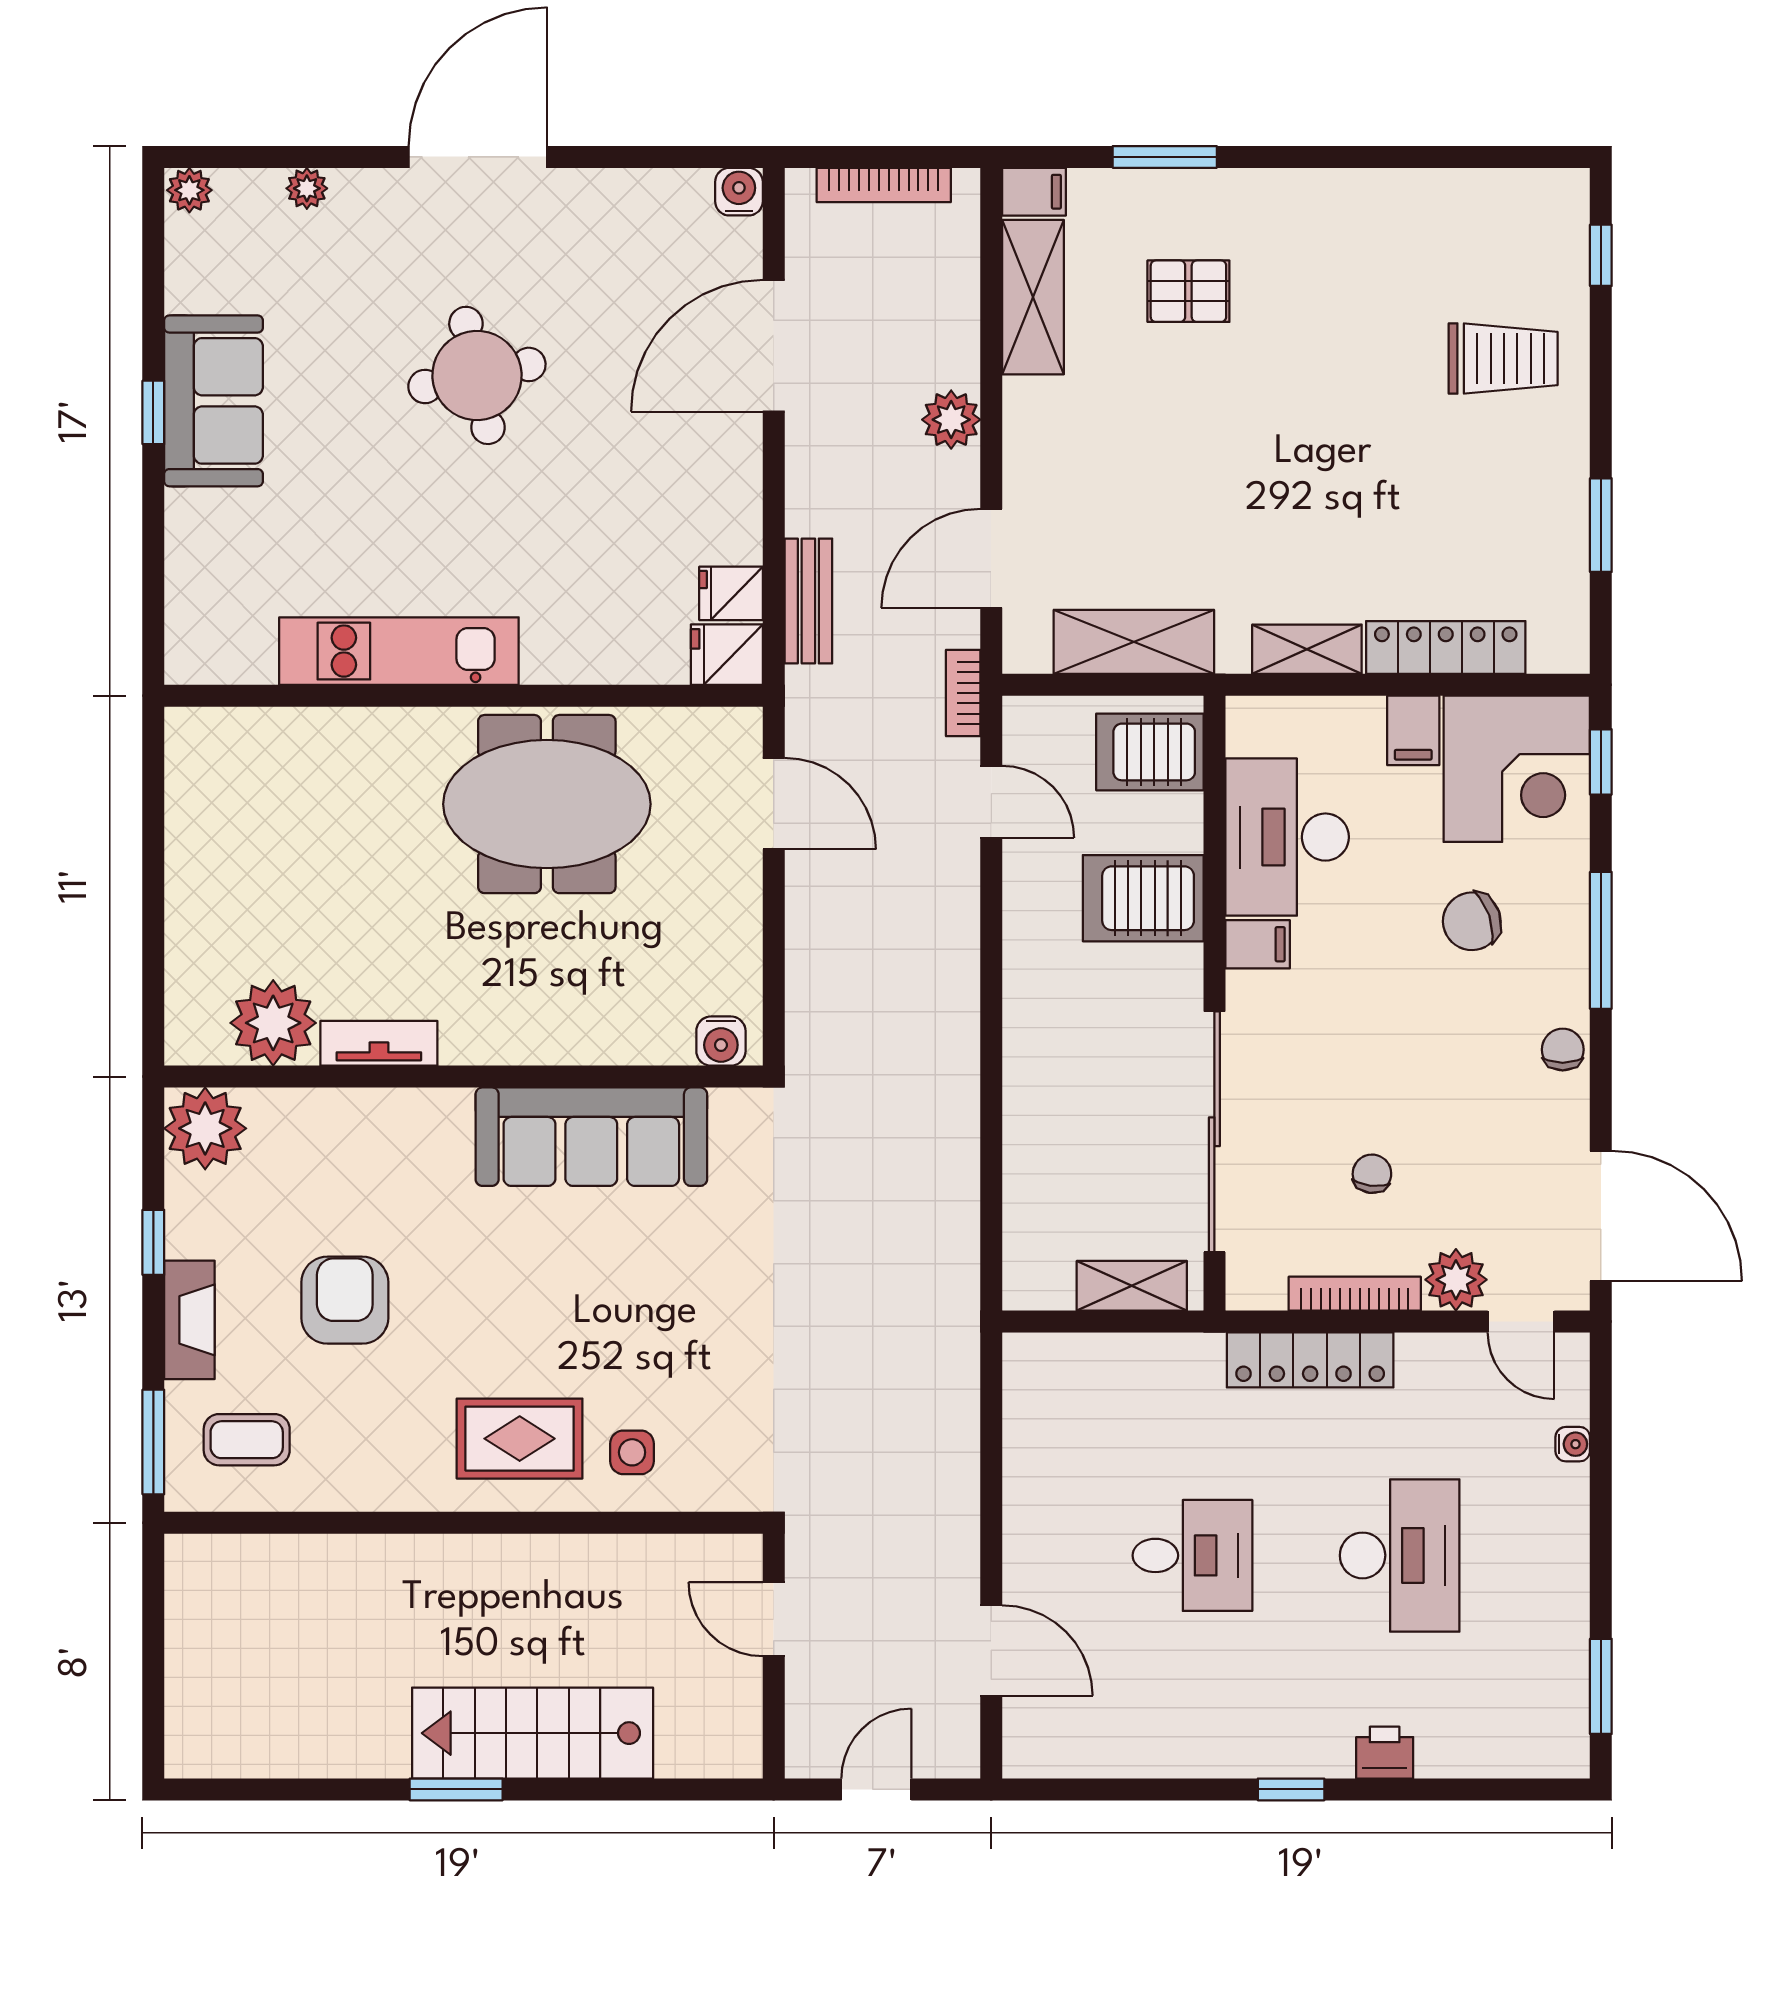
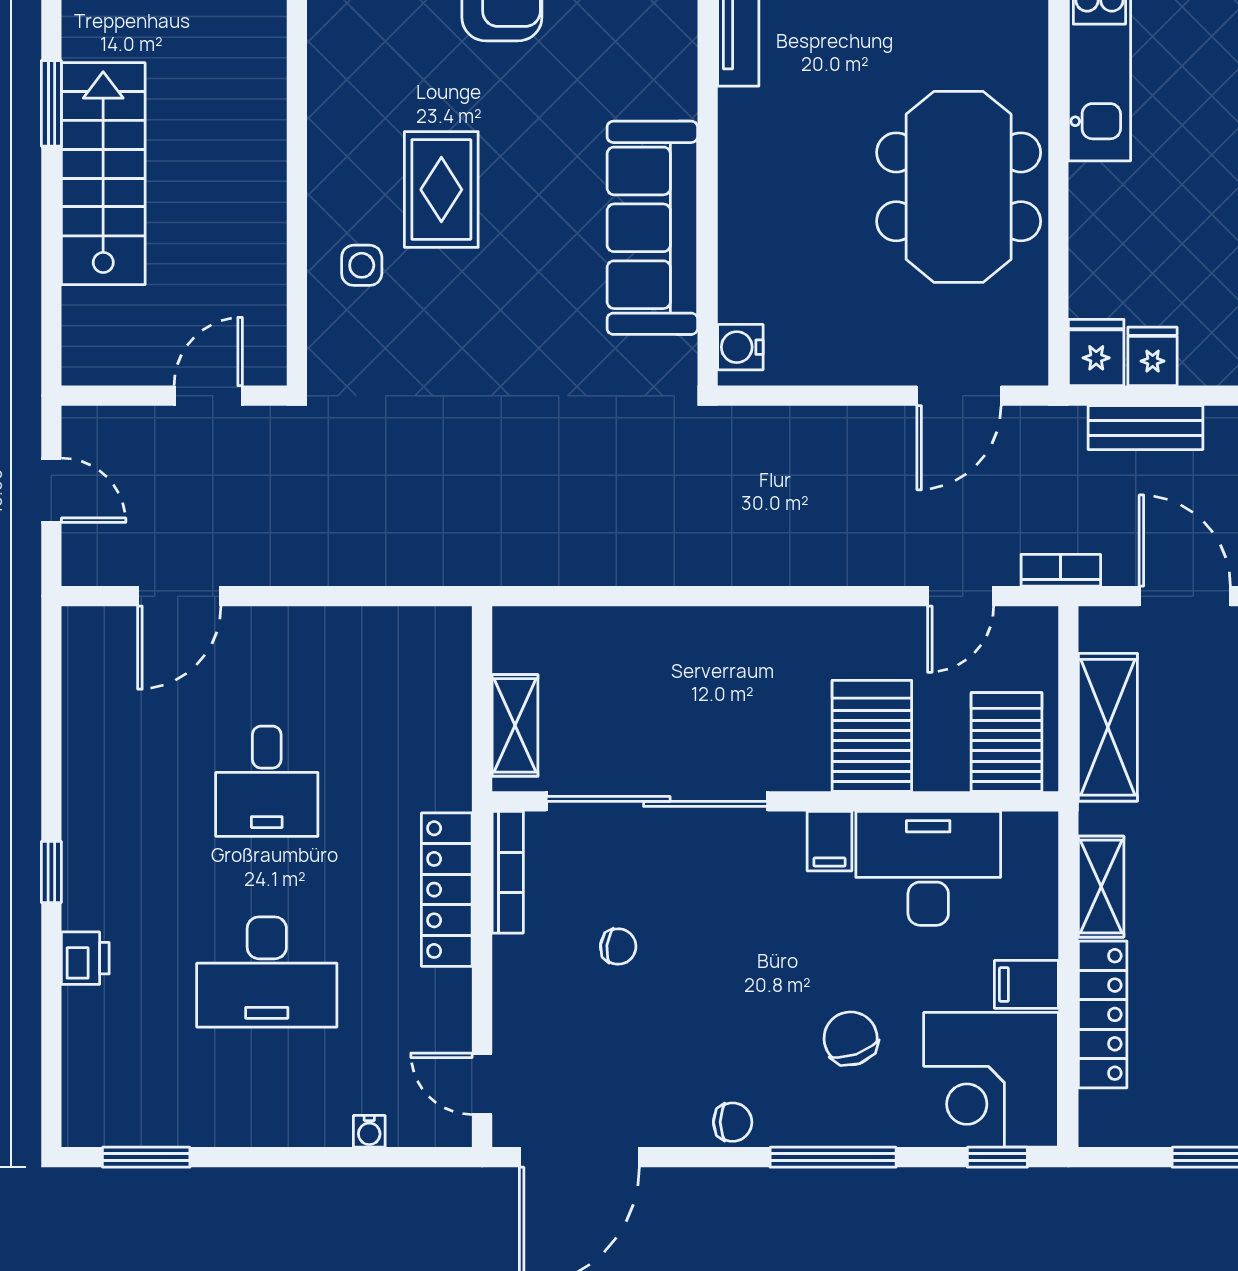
plant: (1456, 1280) -> (521, 1024), removed
bookcase: (1355, 1294) -> (508, 872), moved
door: (1521, 1321) -> (482, 1084), hinge flipped
rug: (520, 1439) -> (441, 190), moved

